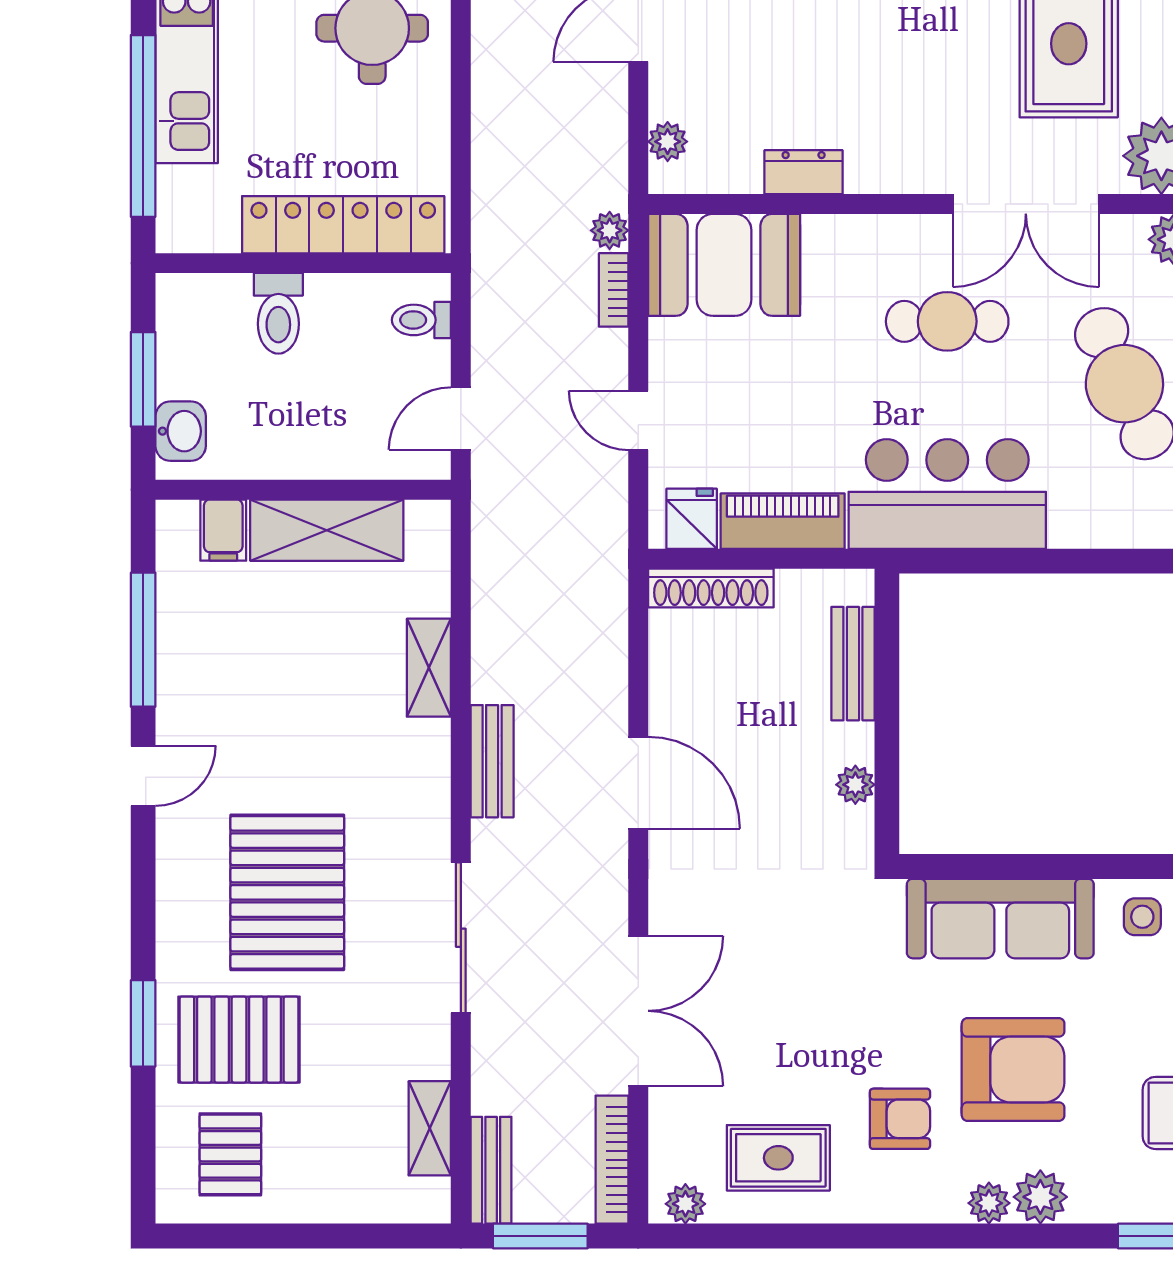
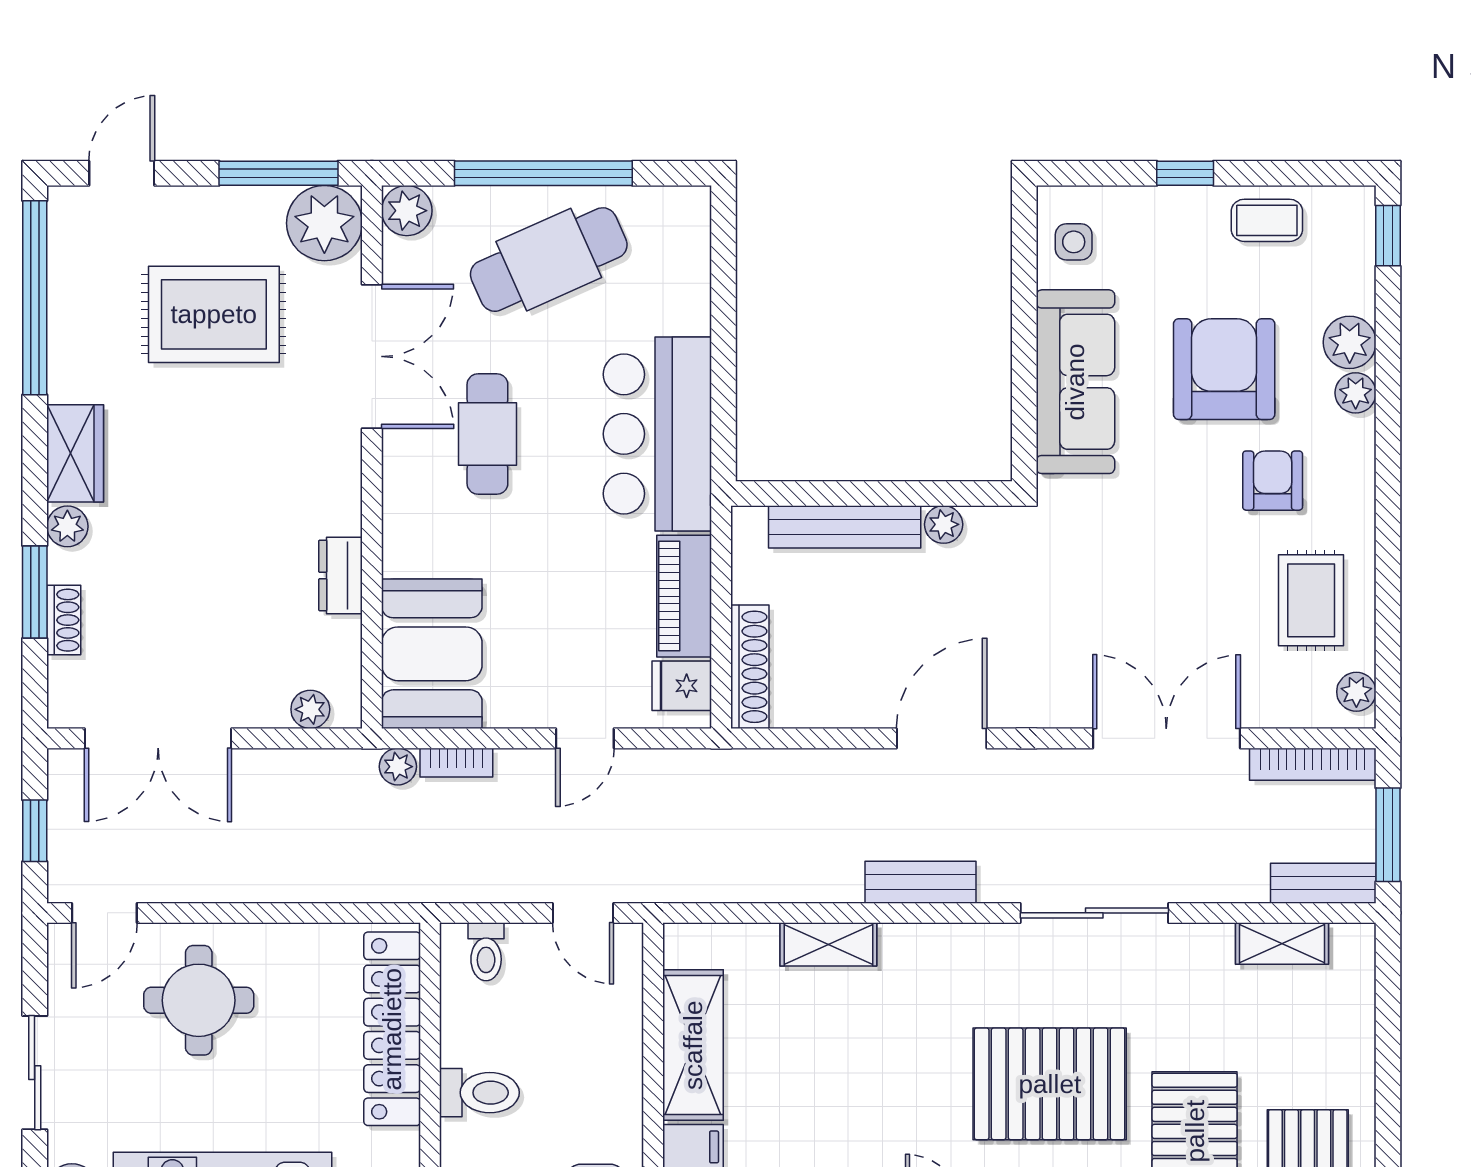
bench: (853, 664) -> (845, 527), width x1.36

